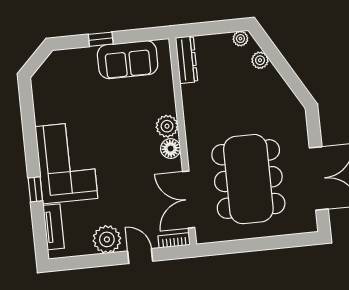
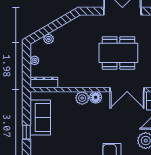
plant: (240, 39) -> (35, 60), moved
dining table: (248, 179) -> (118, 53), width x0.73, depth x0.80

